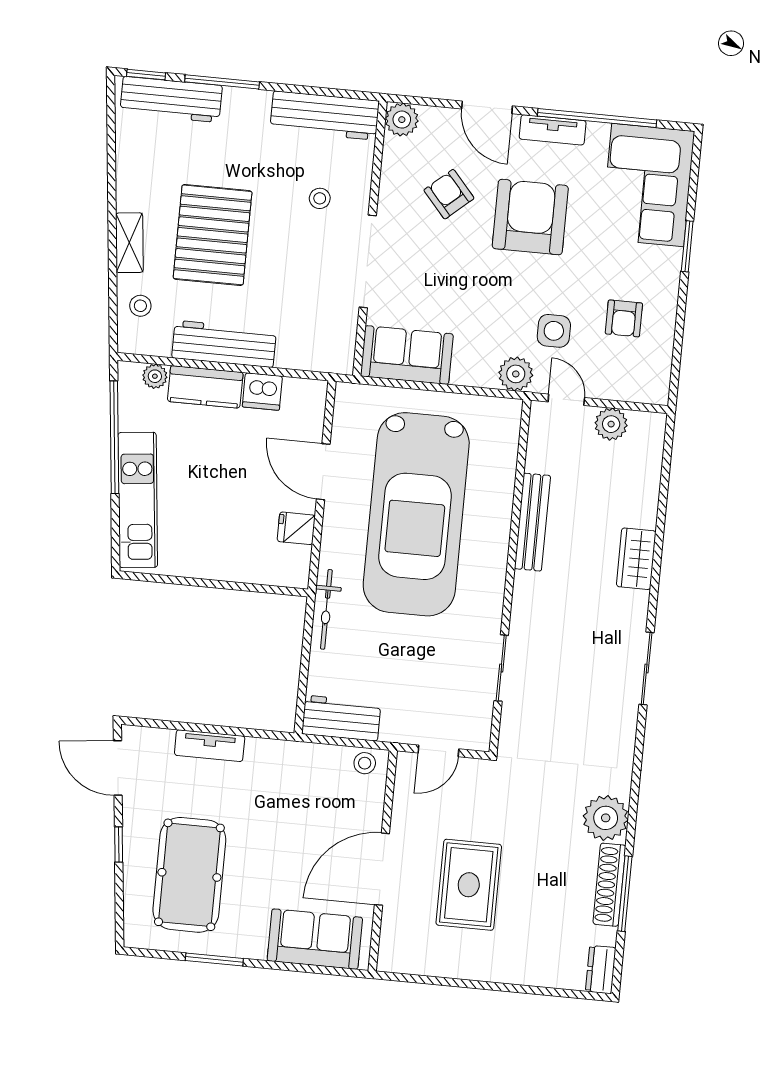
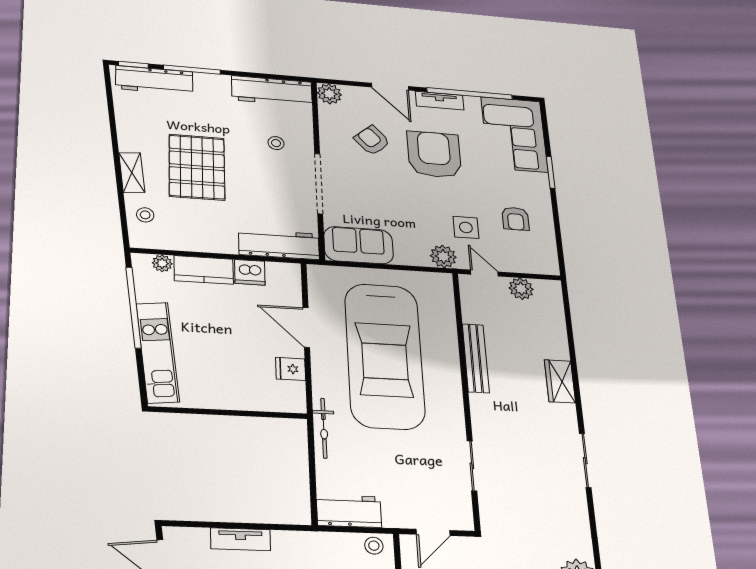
workbench: (224, 344) -> (279, 244), moved

